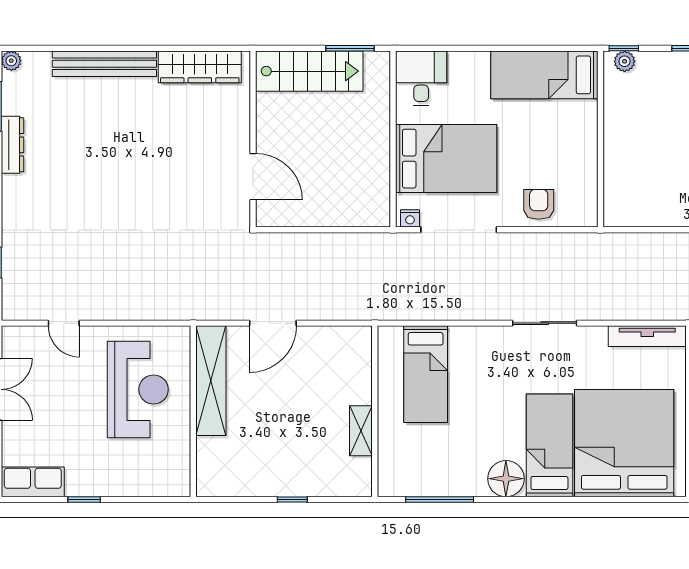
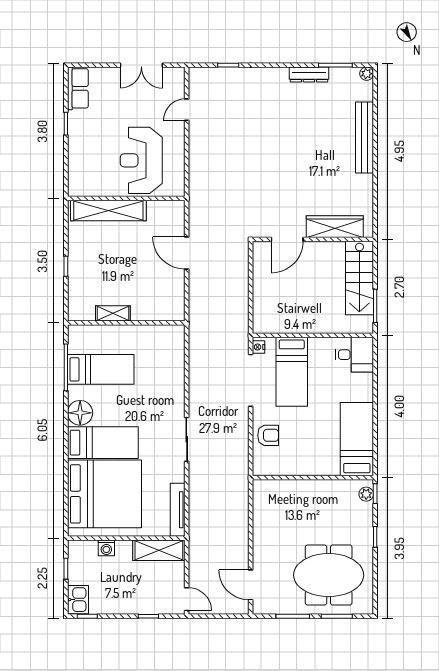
wardrobe: (200, 67) -> (335, 227), moved, turned 90
bed: (446, 159) -> (292, 372), width x0.67
bed: (426, 374) -> (101, 369), moved, turned 180
shelving: (211, 381) -> (108, 211), moved
reception desk: (138, 390) -> (141, 160), turned 90

